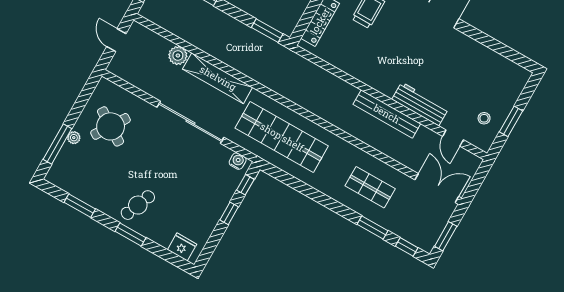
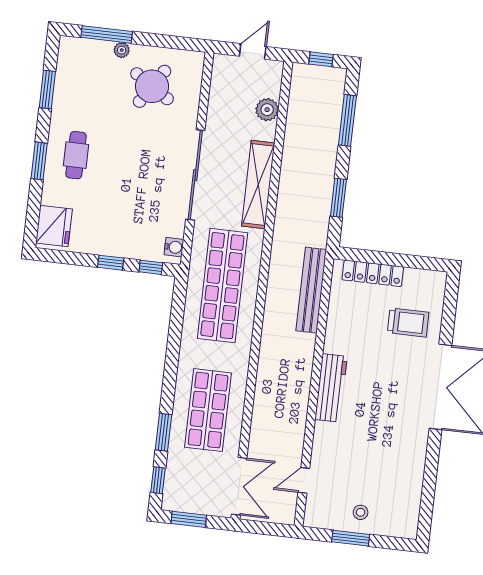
window: (267, 31) -> (338, 198), moved
plant: (178, 56) -> (267, 110), moved
workbench: (420, 104) -> (331, 388), moved
bench: (387, 114) -> (311, 290), moved
stool: (484, 118) -> (361, 512), moved
shop shelf: (370, 187) -> (208, 410), width x1.43, depth x1.36
cafe table: (138, 205) -> (76, 155), turned 68
fridge: (182, 247) -> (54, 226), width x1.36, depth x1.34

